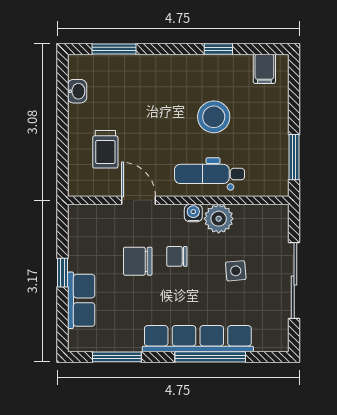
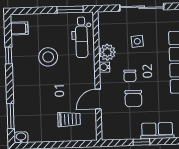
washbasin: (77, 91) -> (21, 137), moved
dental chair: (209, 174) -> (82, 37), moved

